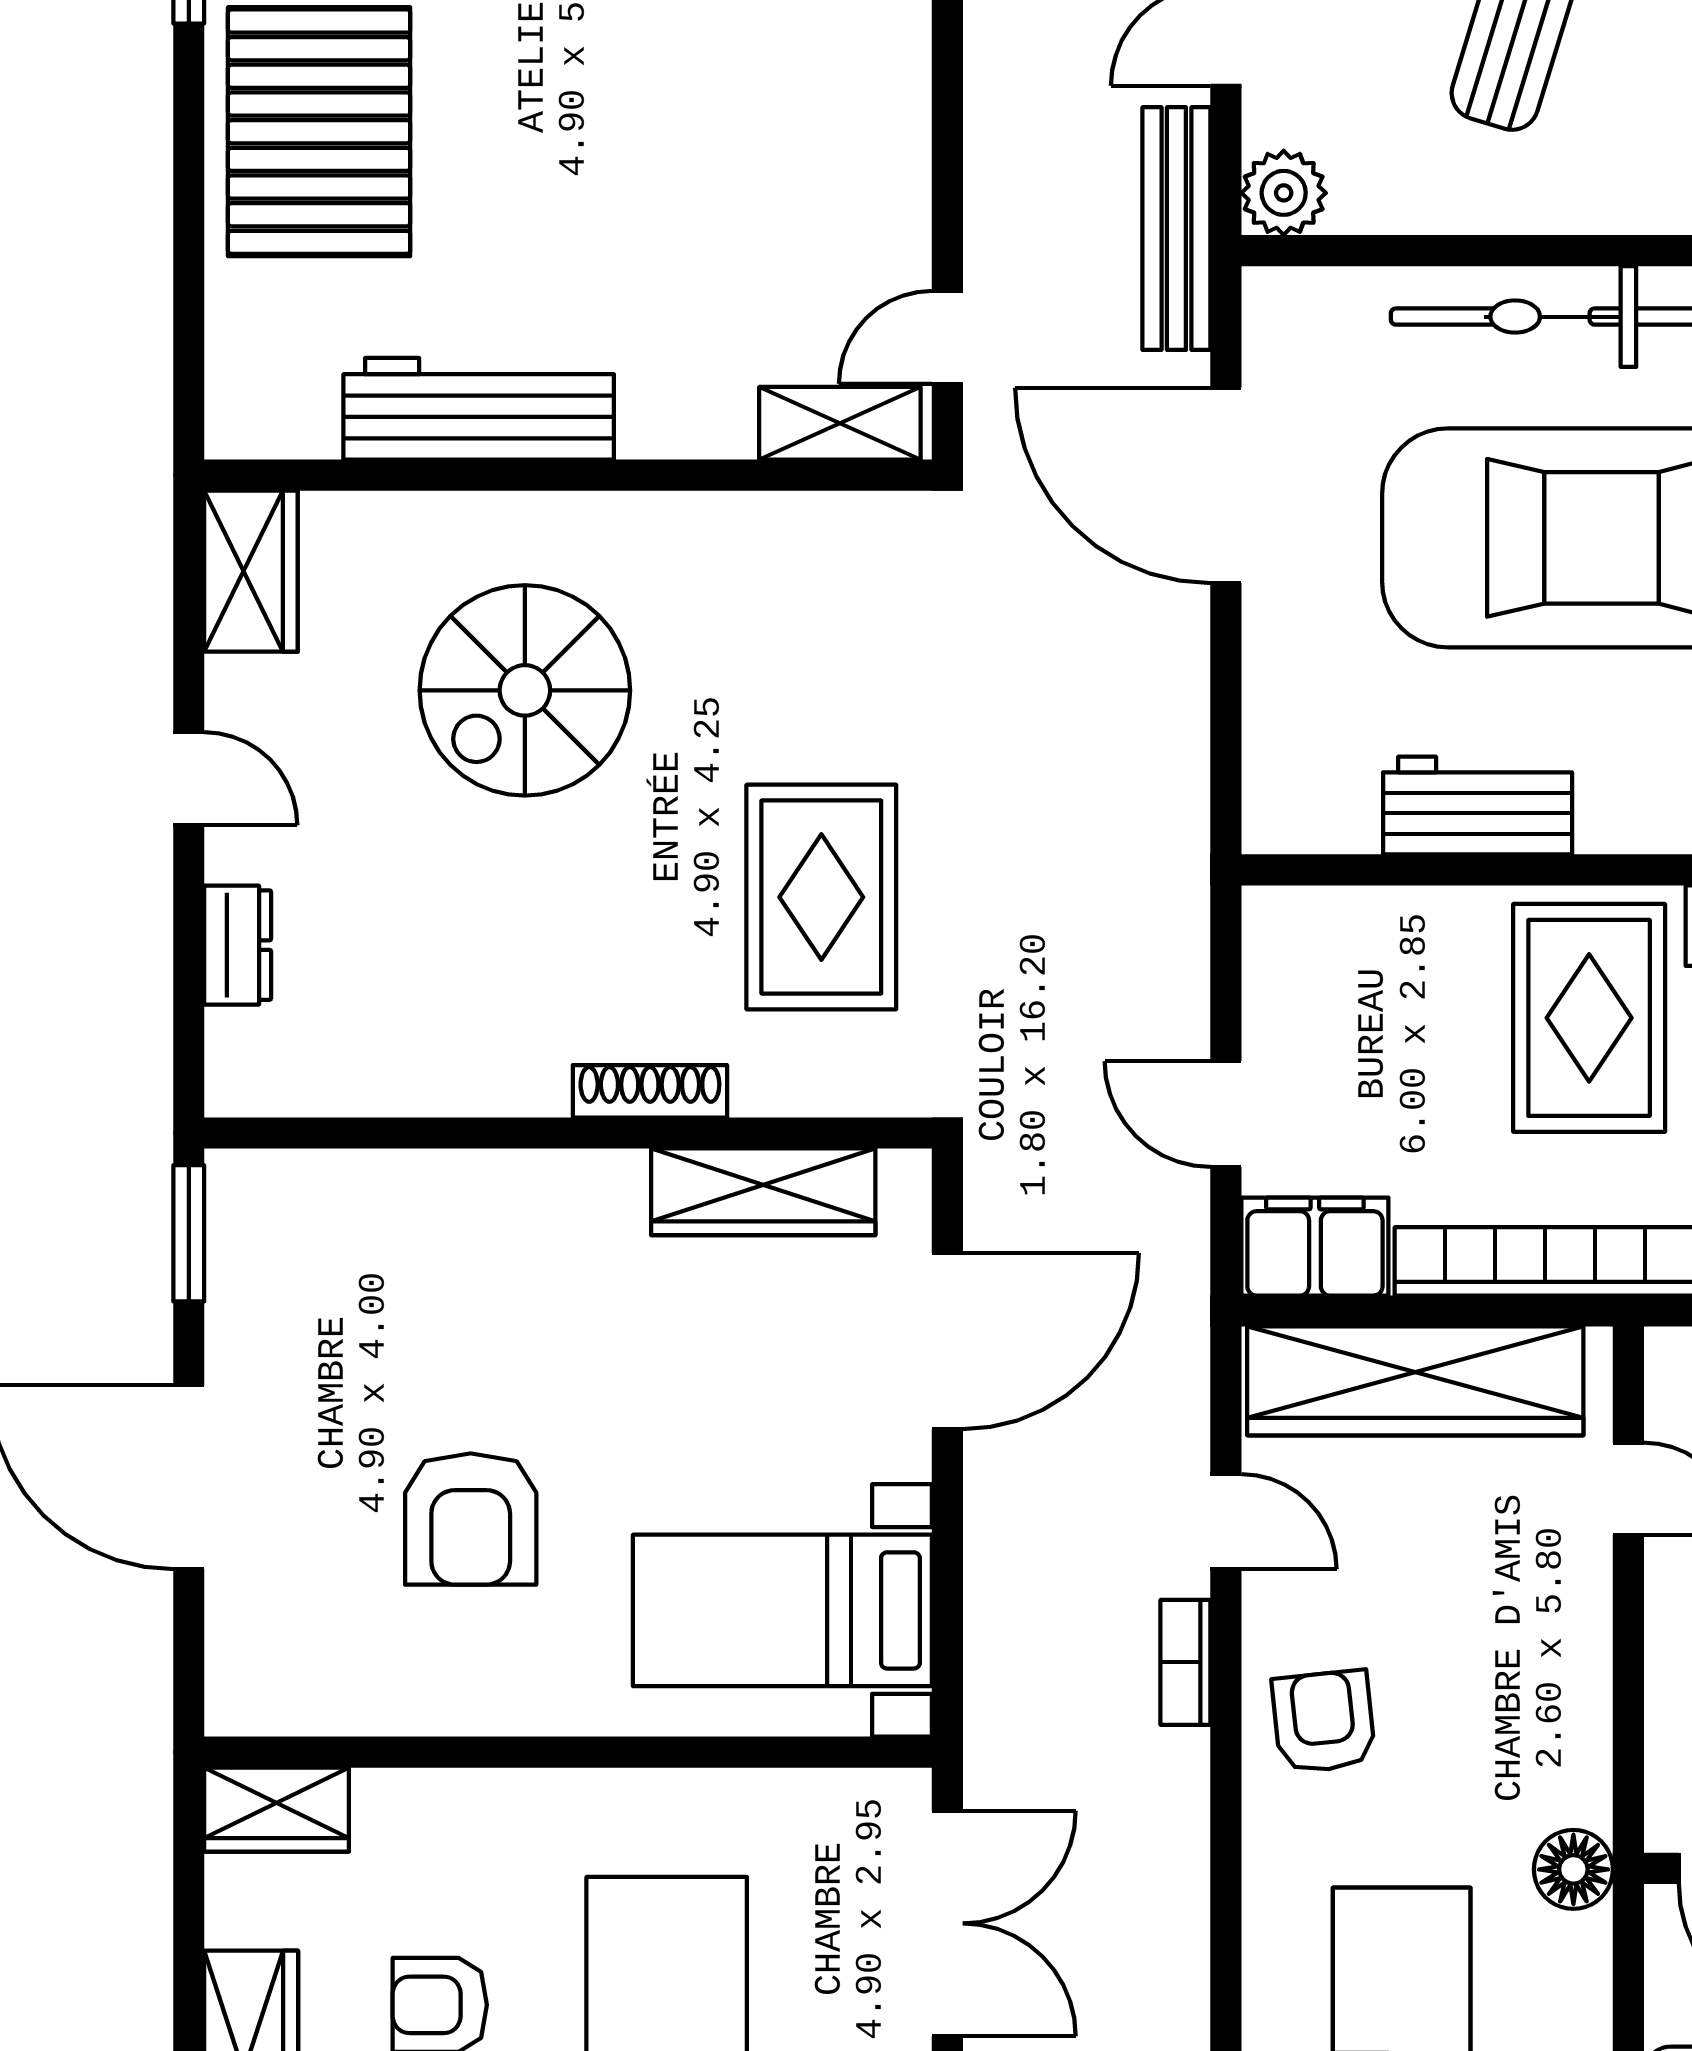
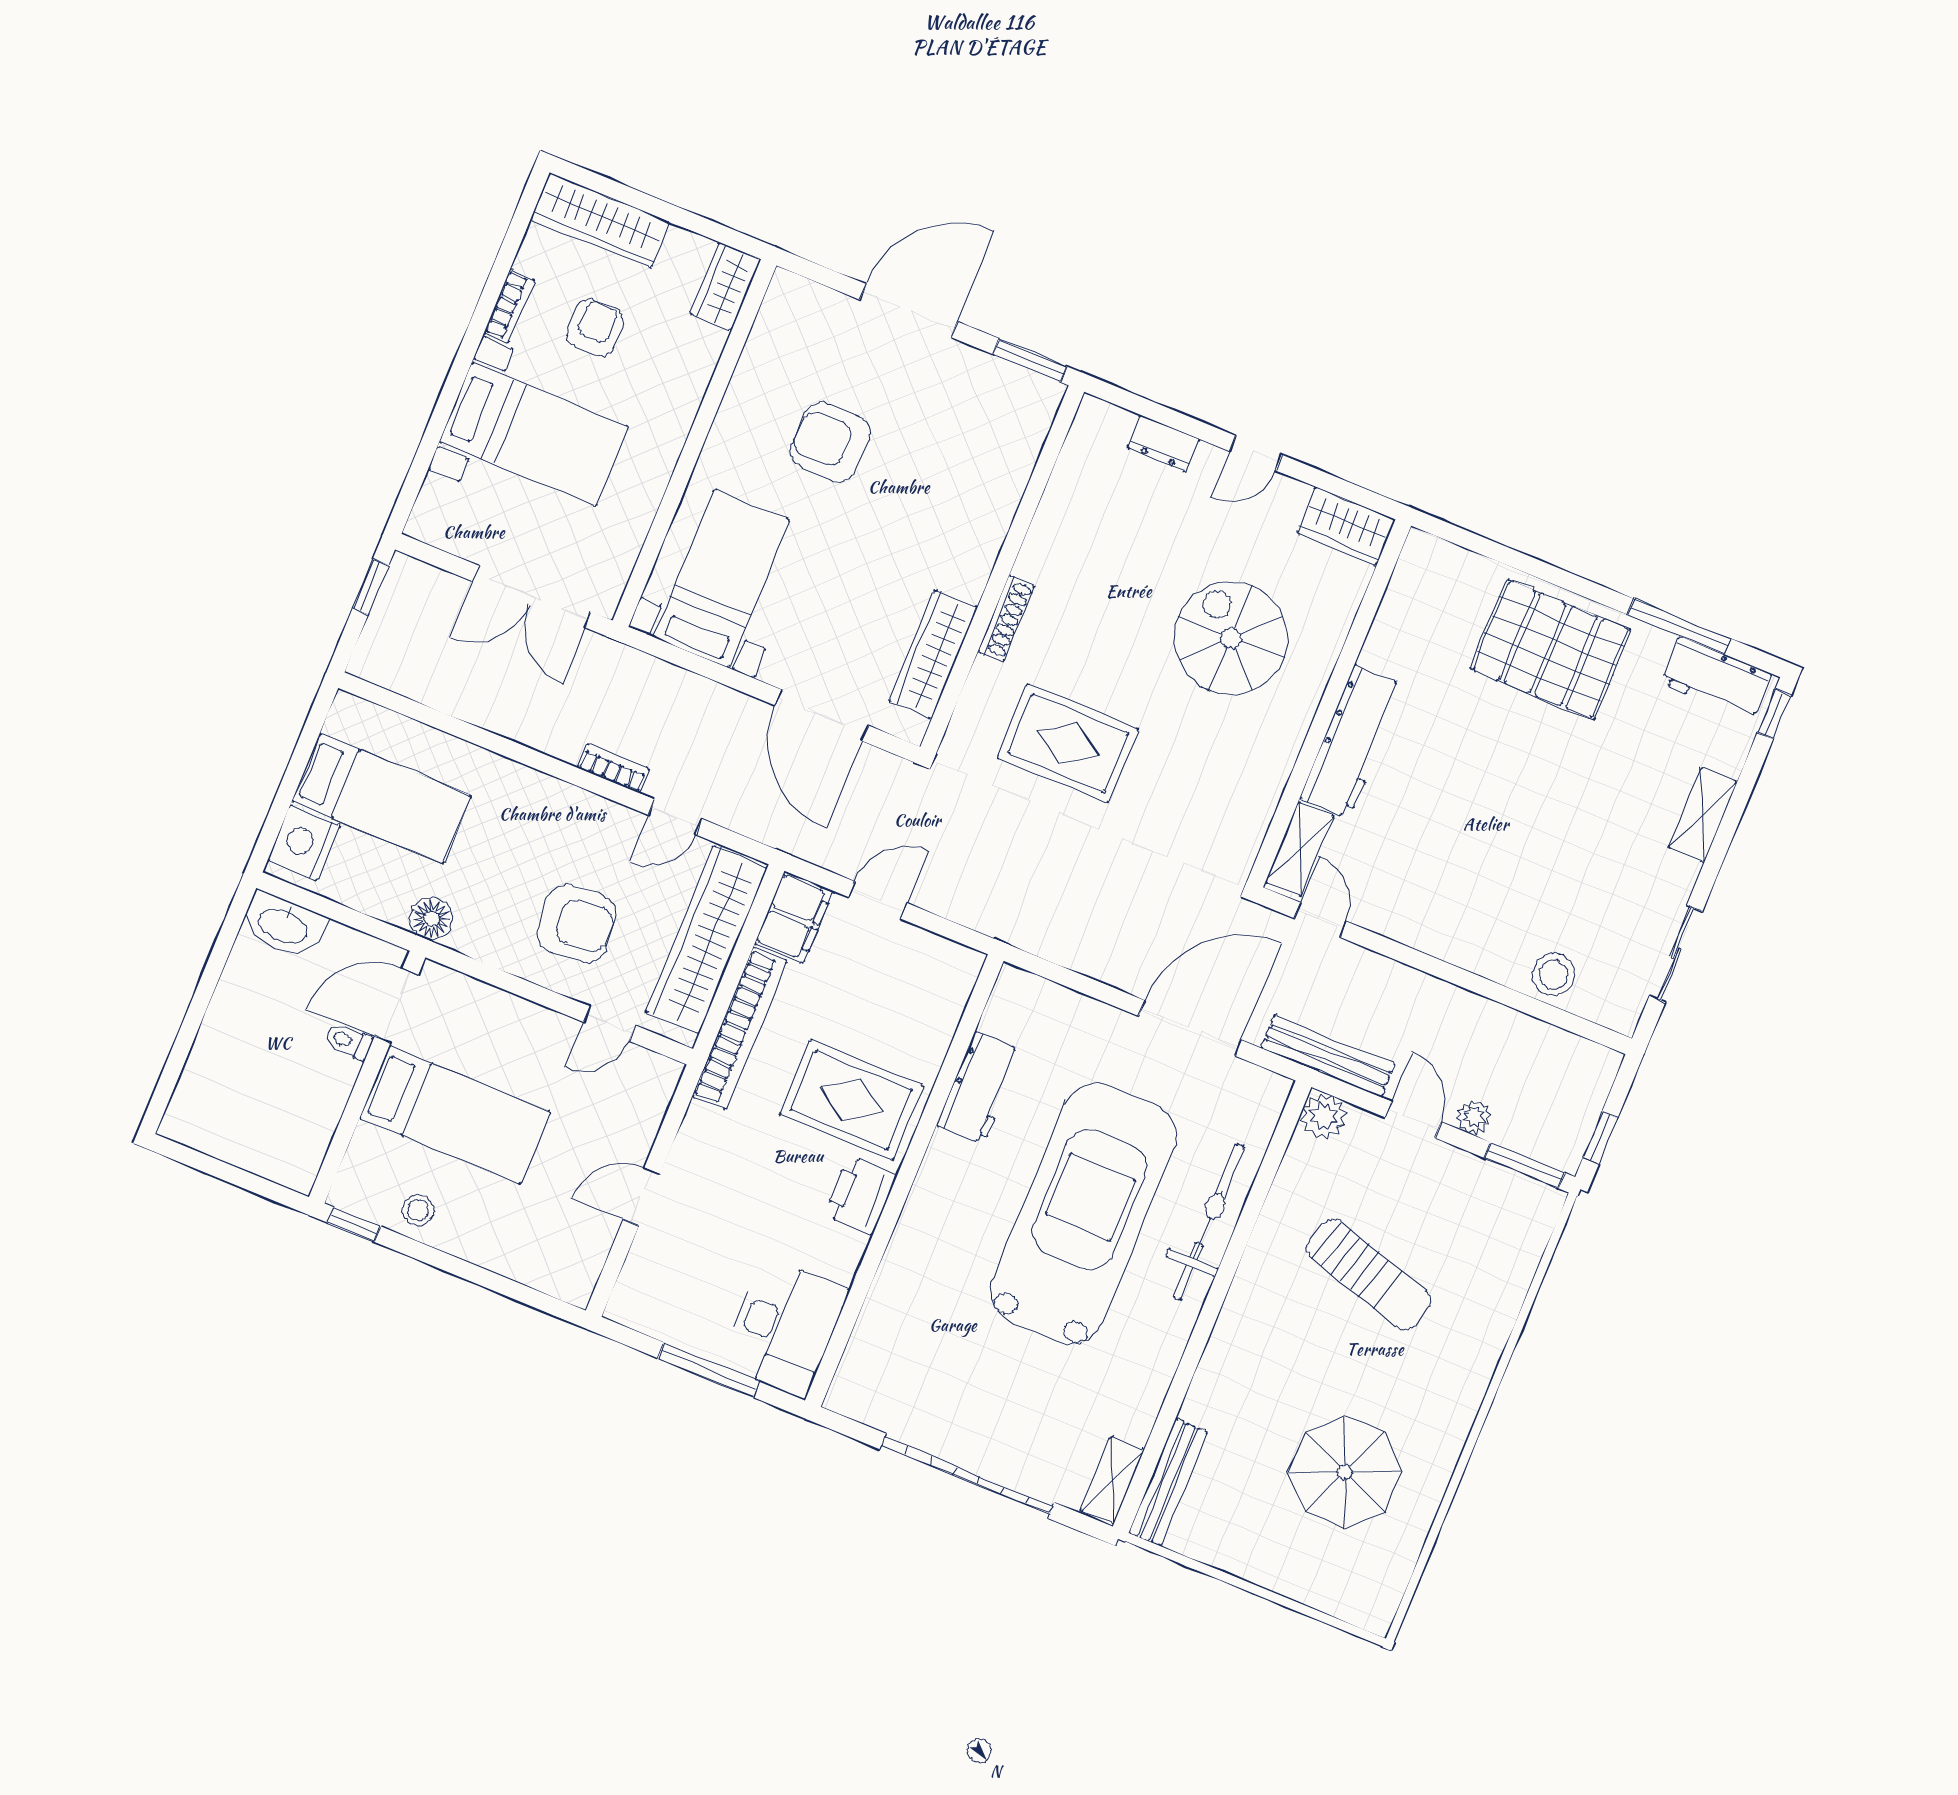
workbench: (479, 409) -> (1352, 742), moved
armchair: (1324, 1722) -> (576, 924), moved, width x1.38, depth x1.38

